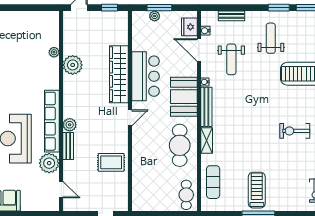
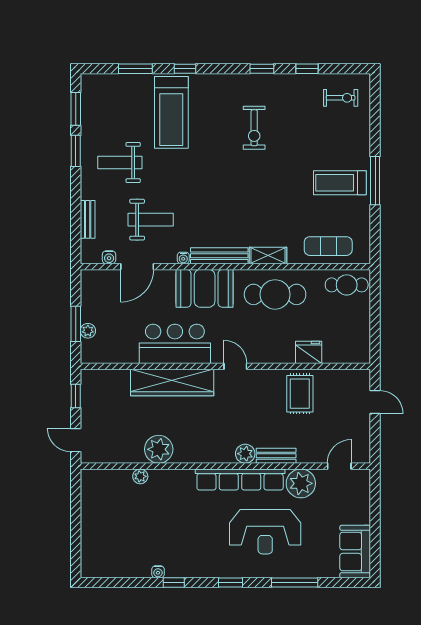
fridge: (189, 27) -> (309, 352), moved, turned 180

